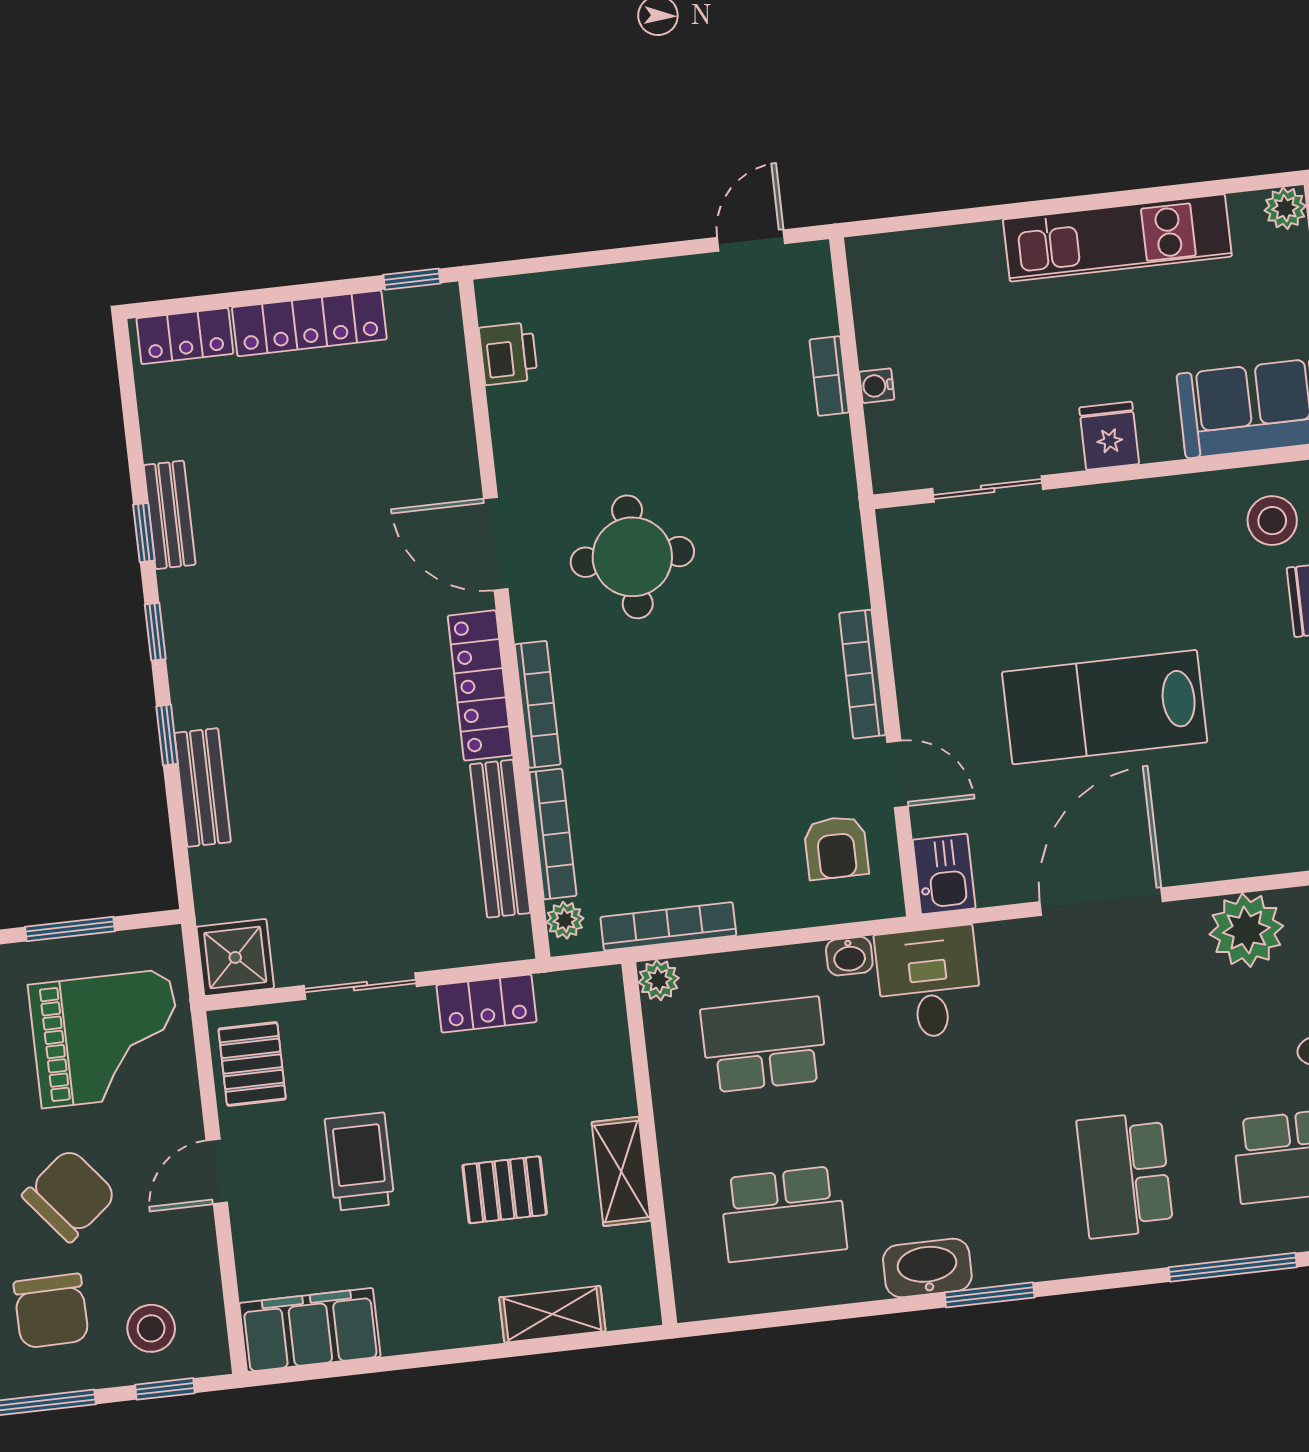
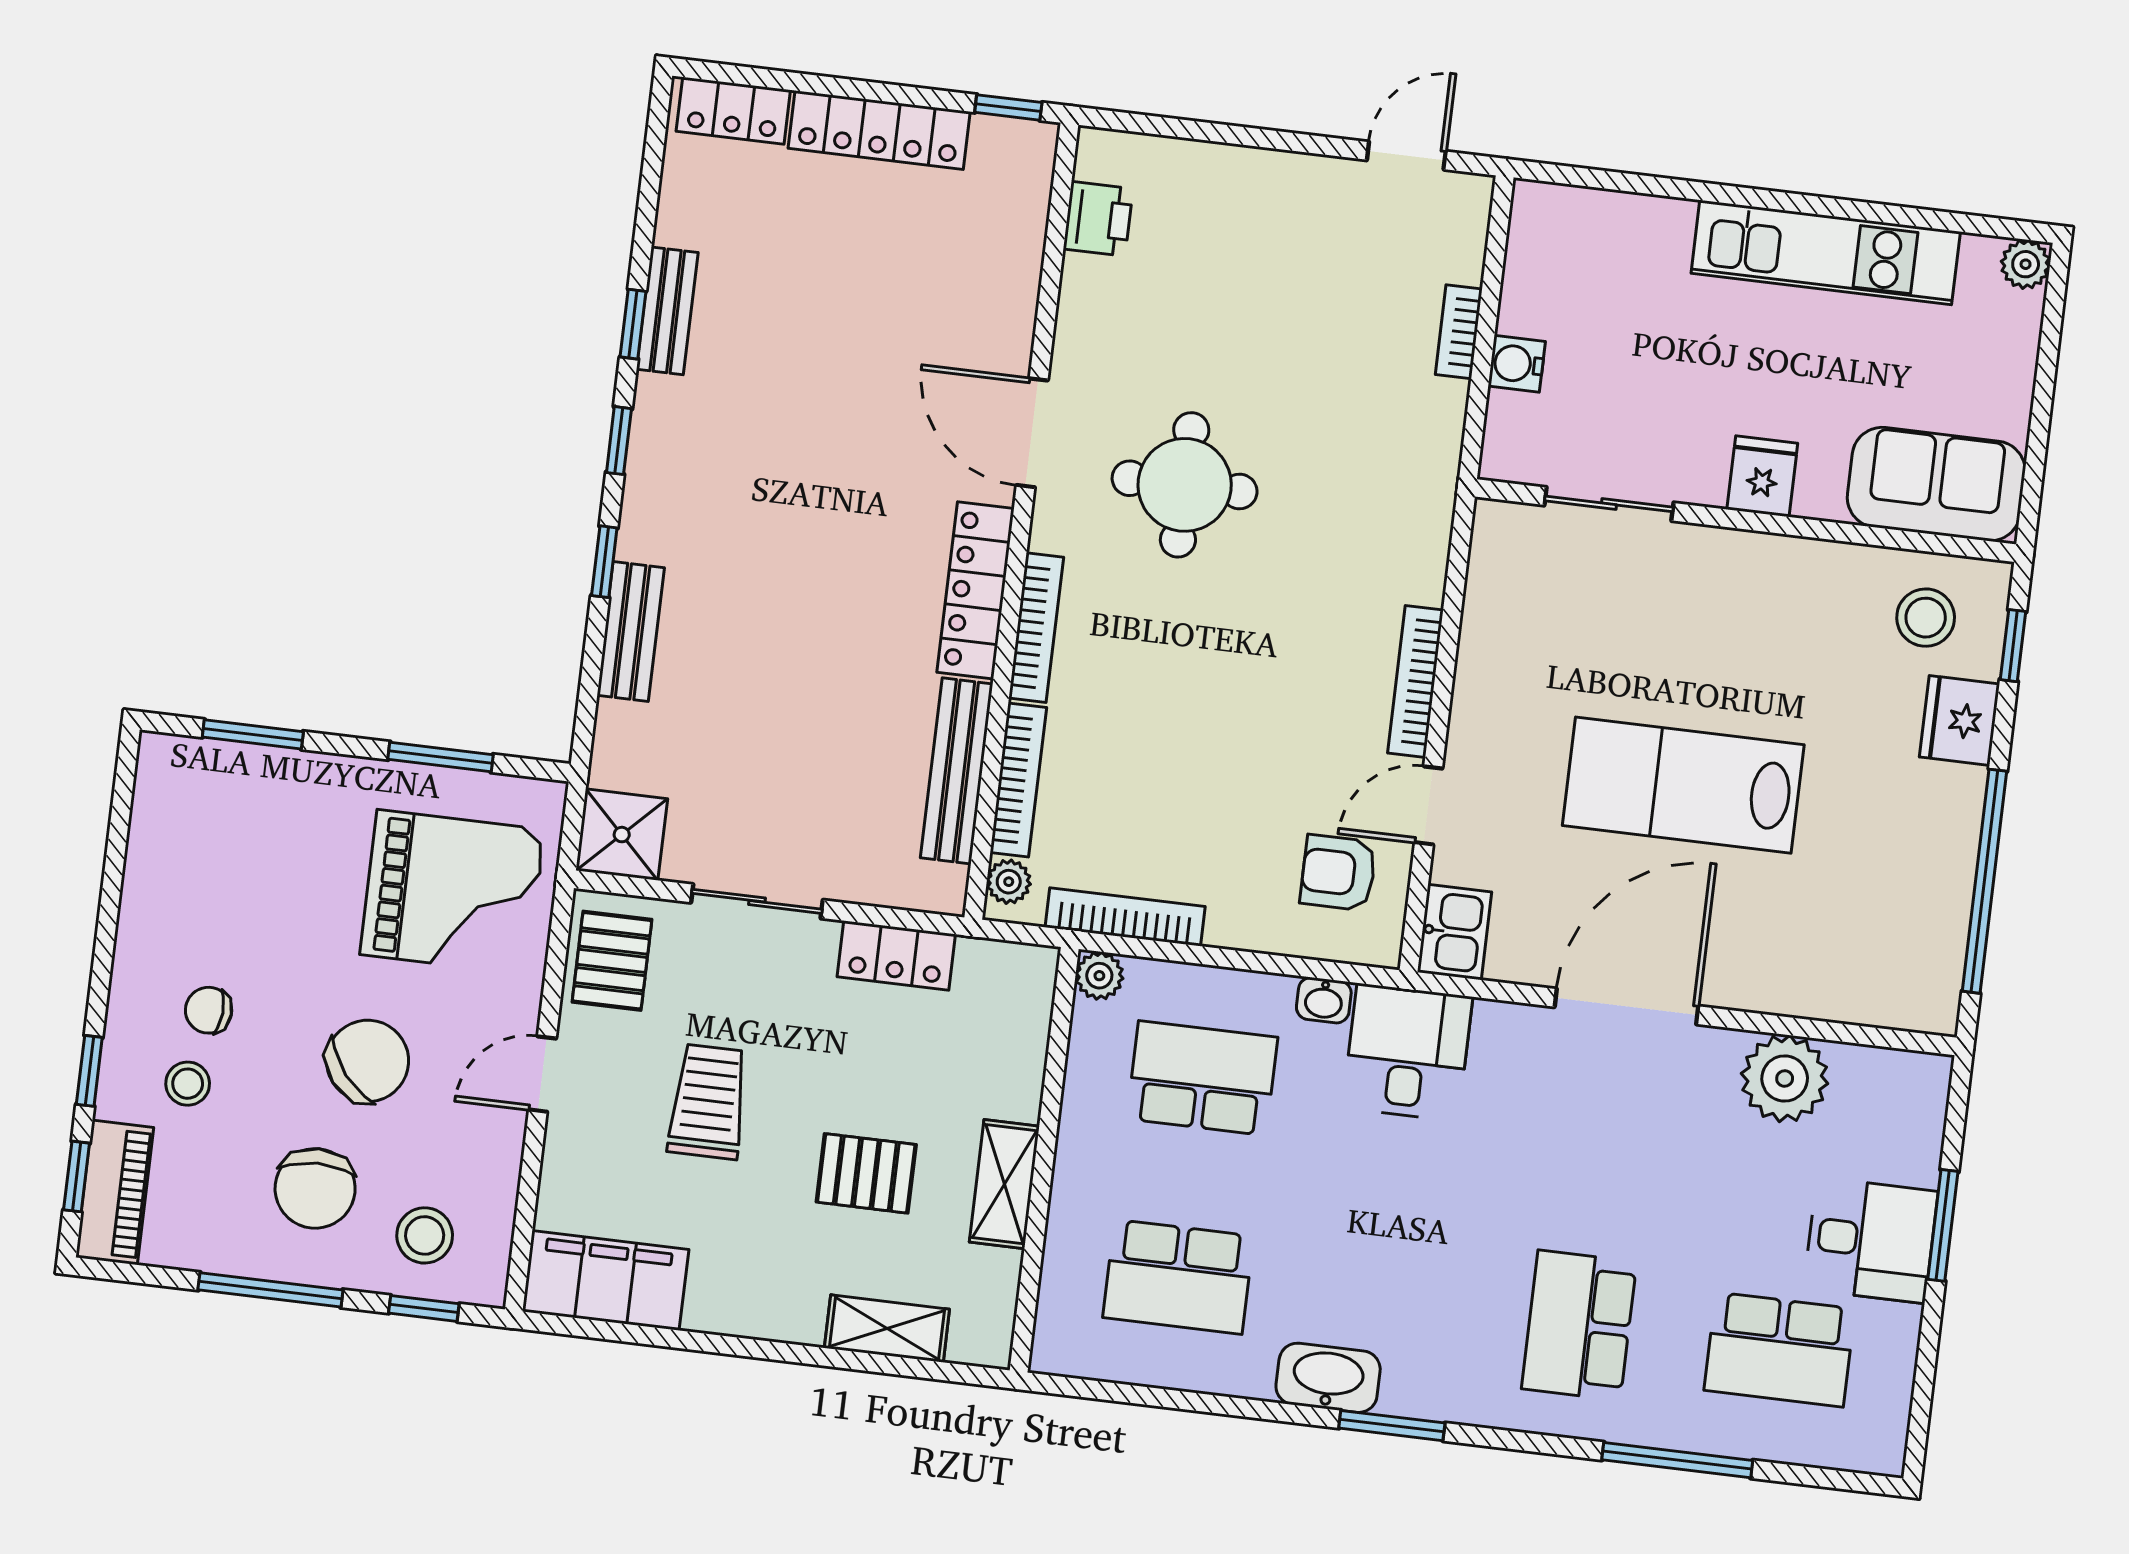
water cooler: (877, 386) -> (1517, 364), width x1.38, depth x1.38
door: (898, 774) -> (1428, 805), swing flipped
armchair: (836, 848) -> (1338, 873), turned 90

